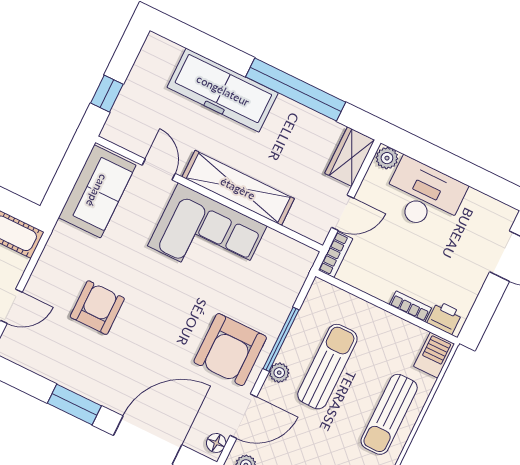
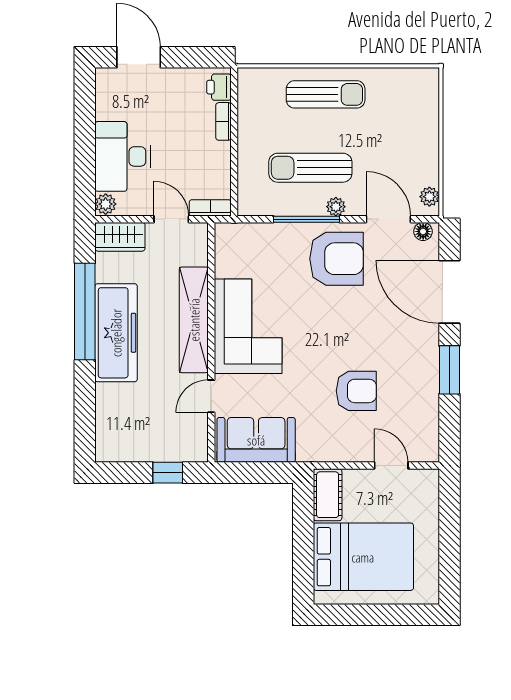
freezer: (223, 90) -> (116, 333), moved
armchair: (97, 308) -> (356, 391), turned 180
barbecue: (434, 355) -> (256, 80), removed

